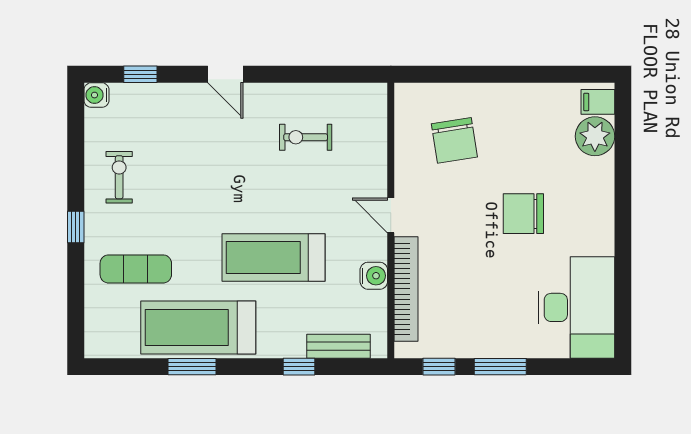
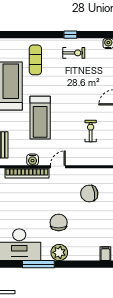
plant: (595, 136) -> (59, 252), moved
window: (76, 227) -> (70, 35), moved
treadmill: (274, 258) -> (40, 118), turned 180
window: (623, 262) -> (38, 264), added

